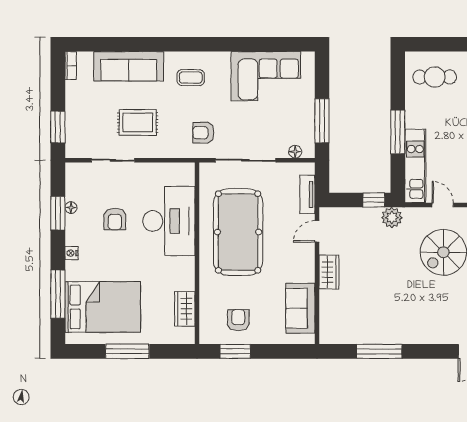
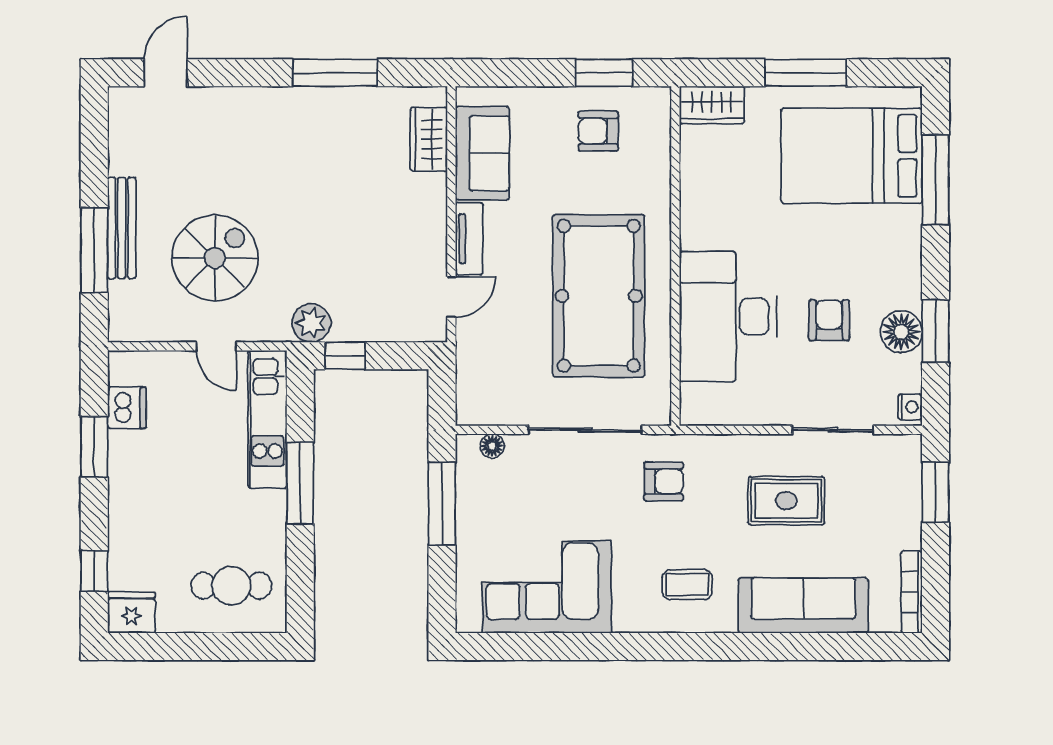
bookcase: (71, 66) -> (912, 592), width x1.56
tv unit: (307, 194) -> (469, 239), moved
floor lamp: (71, 208) -> (901, 332), width x1.89, depth x1.89
nightstand: (71, 253) -> (910, 407), moved
wardrobe: (329, 272) -> (429, 139), moved
wardrobe: (185, 309) -> (712, 105), moved, turned 90
armchair: (238, 320) -> (598, 131), turned 90

